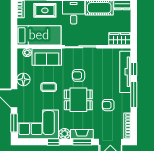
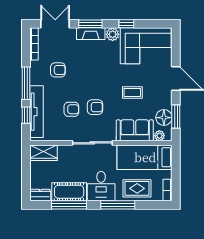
armchair: (97, 74) -> (71, 109), added
floor lamp: (23, 79) -> (164, 118), moved
dining table: (78, 100) -> (95, 77), removed
window: (14, 123) -> (176, 117), moved

